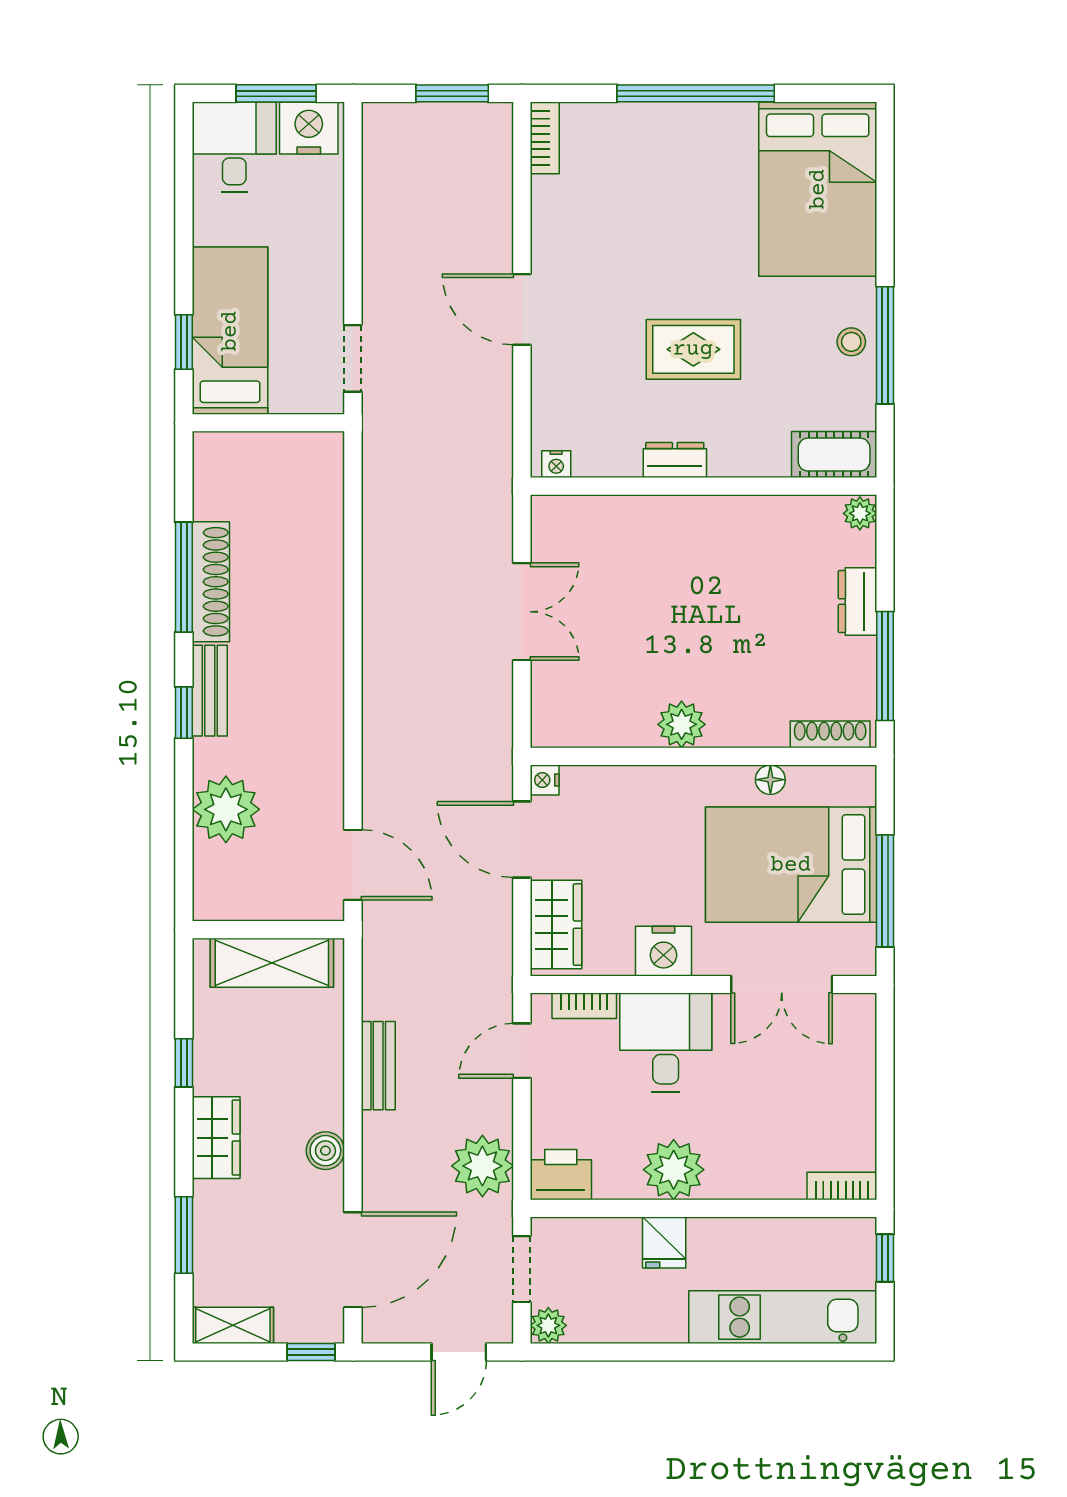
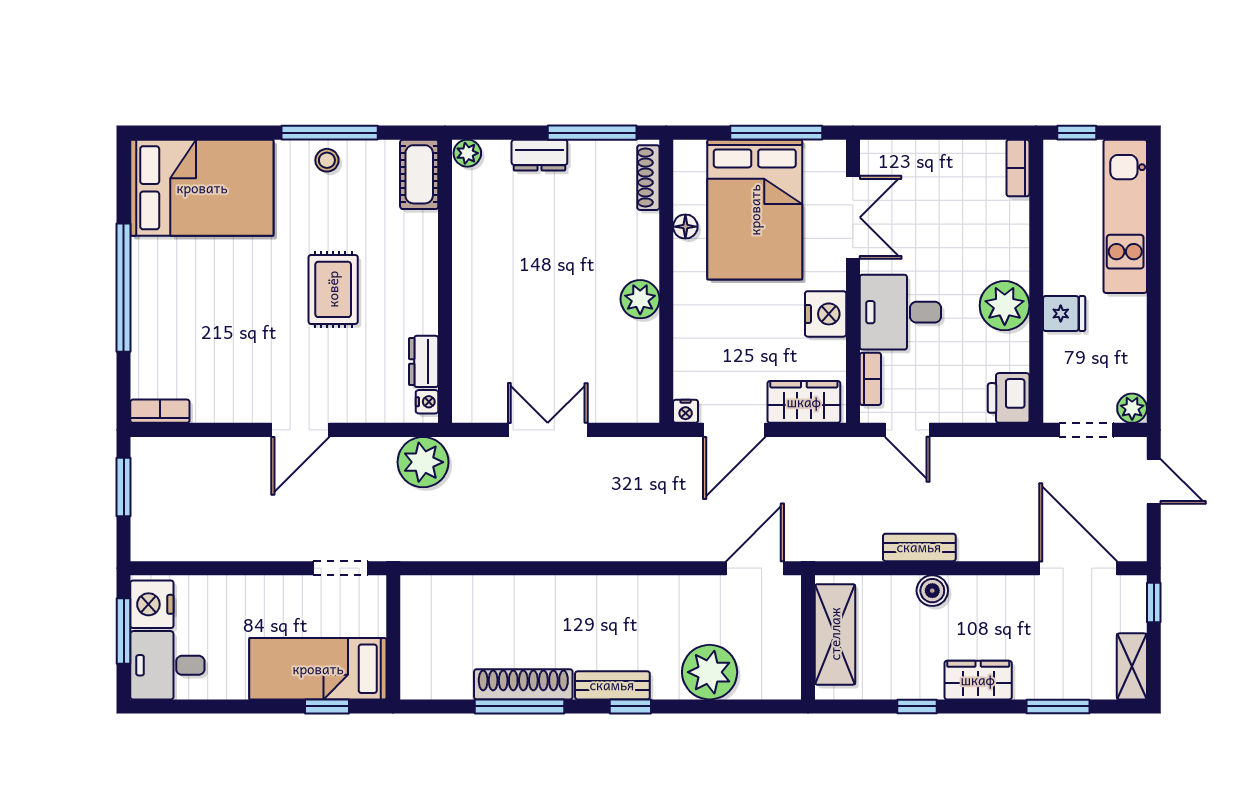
dresser: (675, 460) -> (424, 361), moved
boiler: (325, 1151) -> (932, 591), moved
plant: (482, 1166) -> (423, 462), moved

